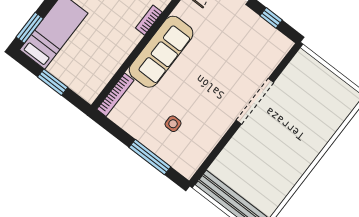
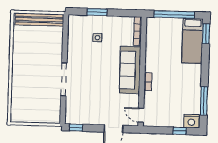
window: (271, 18) -> (76, 128), moved
window: (53, 82) -> (174, 15), width x2.11
window: (150, 157) -> (97, 12), width x0.69

